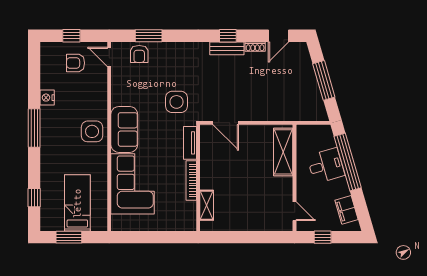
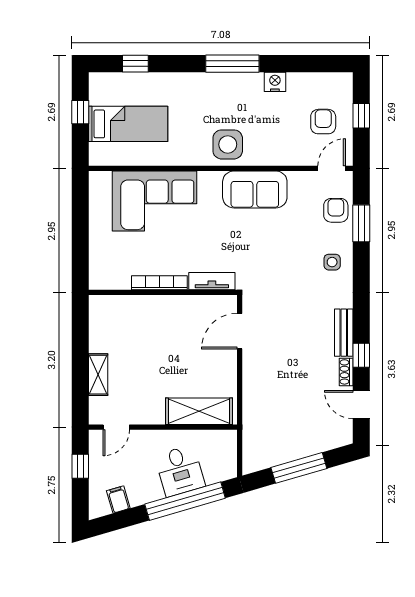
window: (228, 36) -> (361, 355), moved
armchair: (139, 54) -> (336, 210), turned 90
side table: (176, 102) -> (332, 262), moved, width x0.54, depth x0.54
sofa: (124, 129) -> (255, 189), moved
shelving: (207, 205) -> (98, 375), moved, turned 90
filing cabinet: (346, 210) -> (118, 499), width x0.50
window: (69, 237) -> (80, 112), width x0.67

